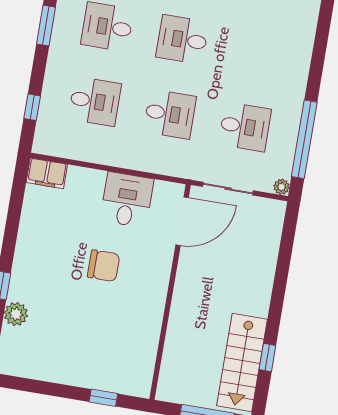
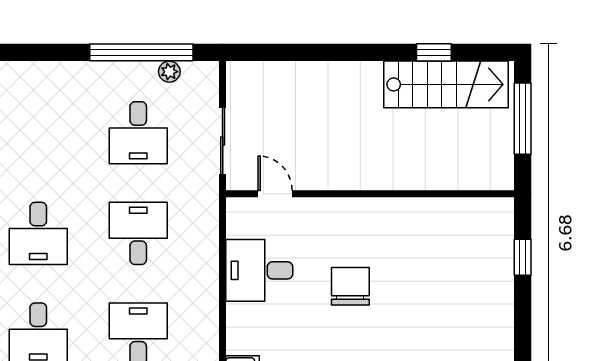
desk: (245, 127) -> (138, 133), turned 180
plant: (282, 187) -> (169, 72), moved
door: (182, 221) -> (275, 194), width x0.53

